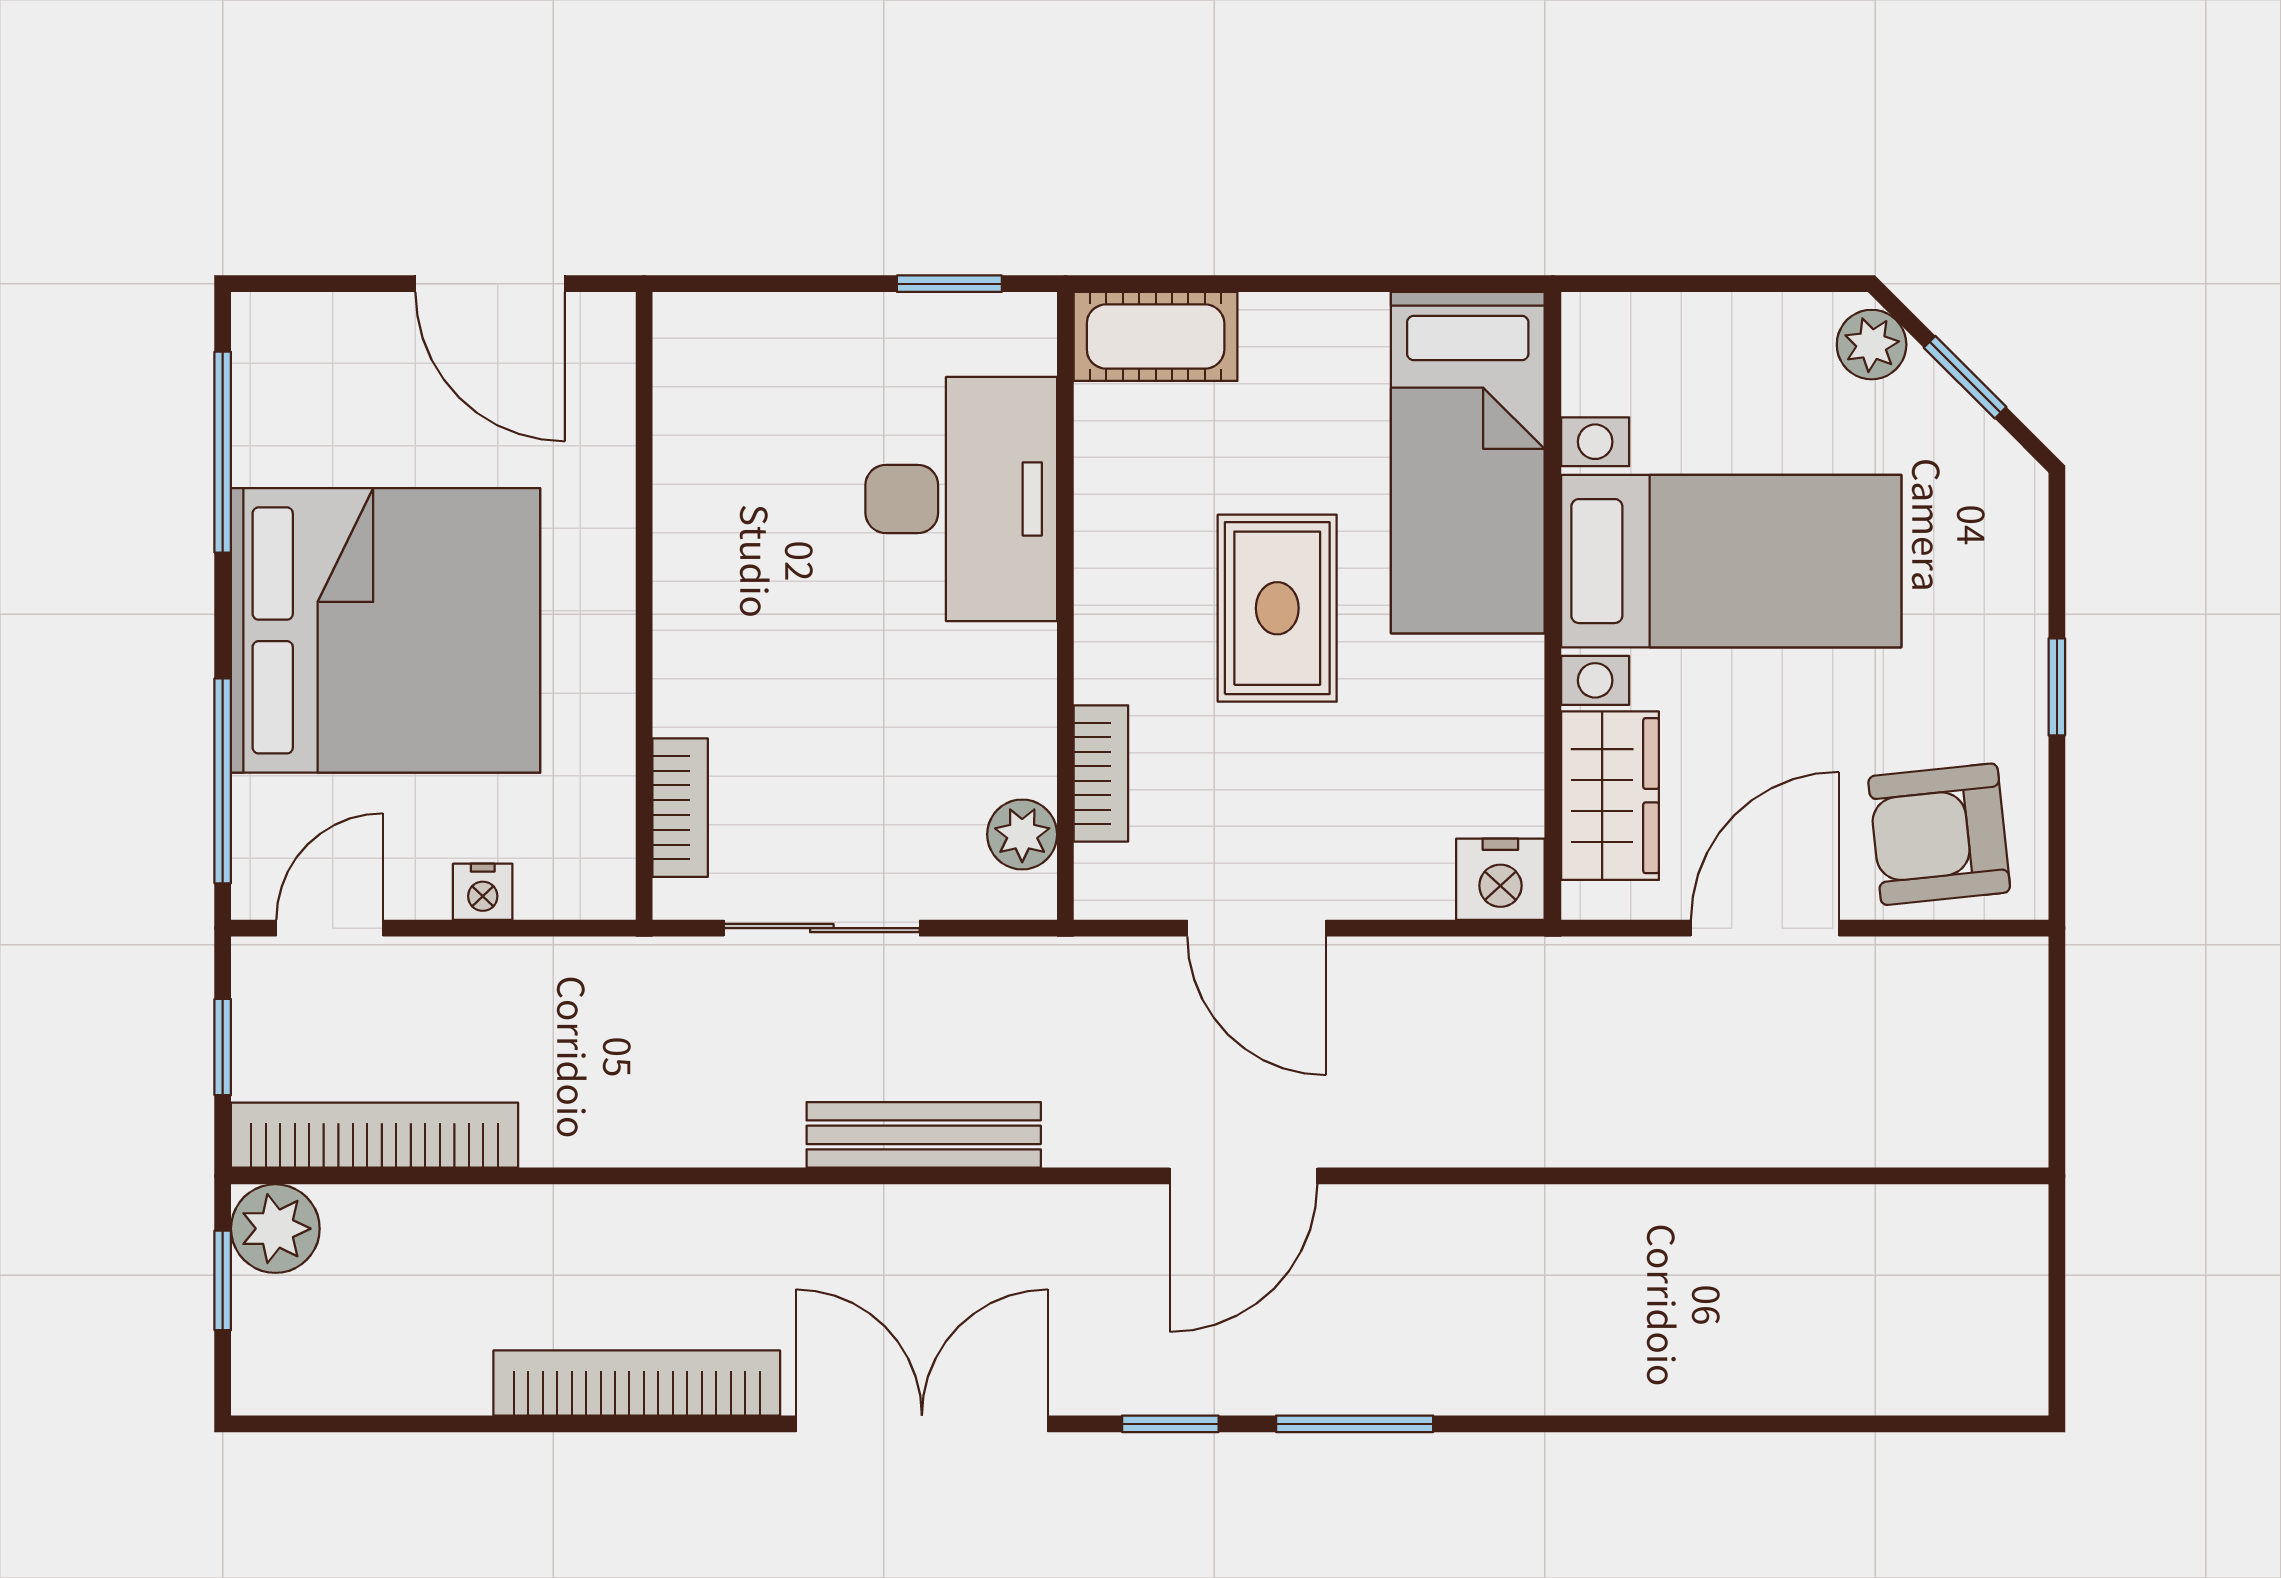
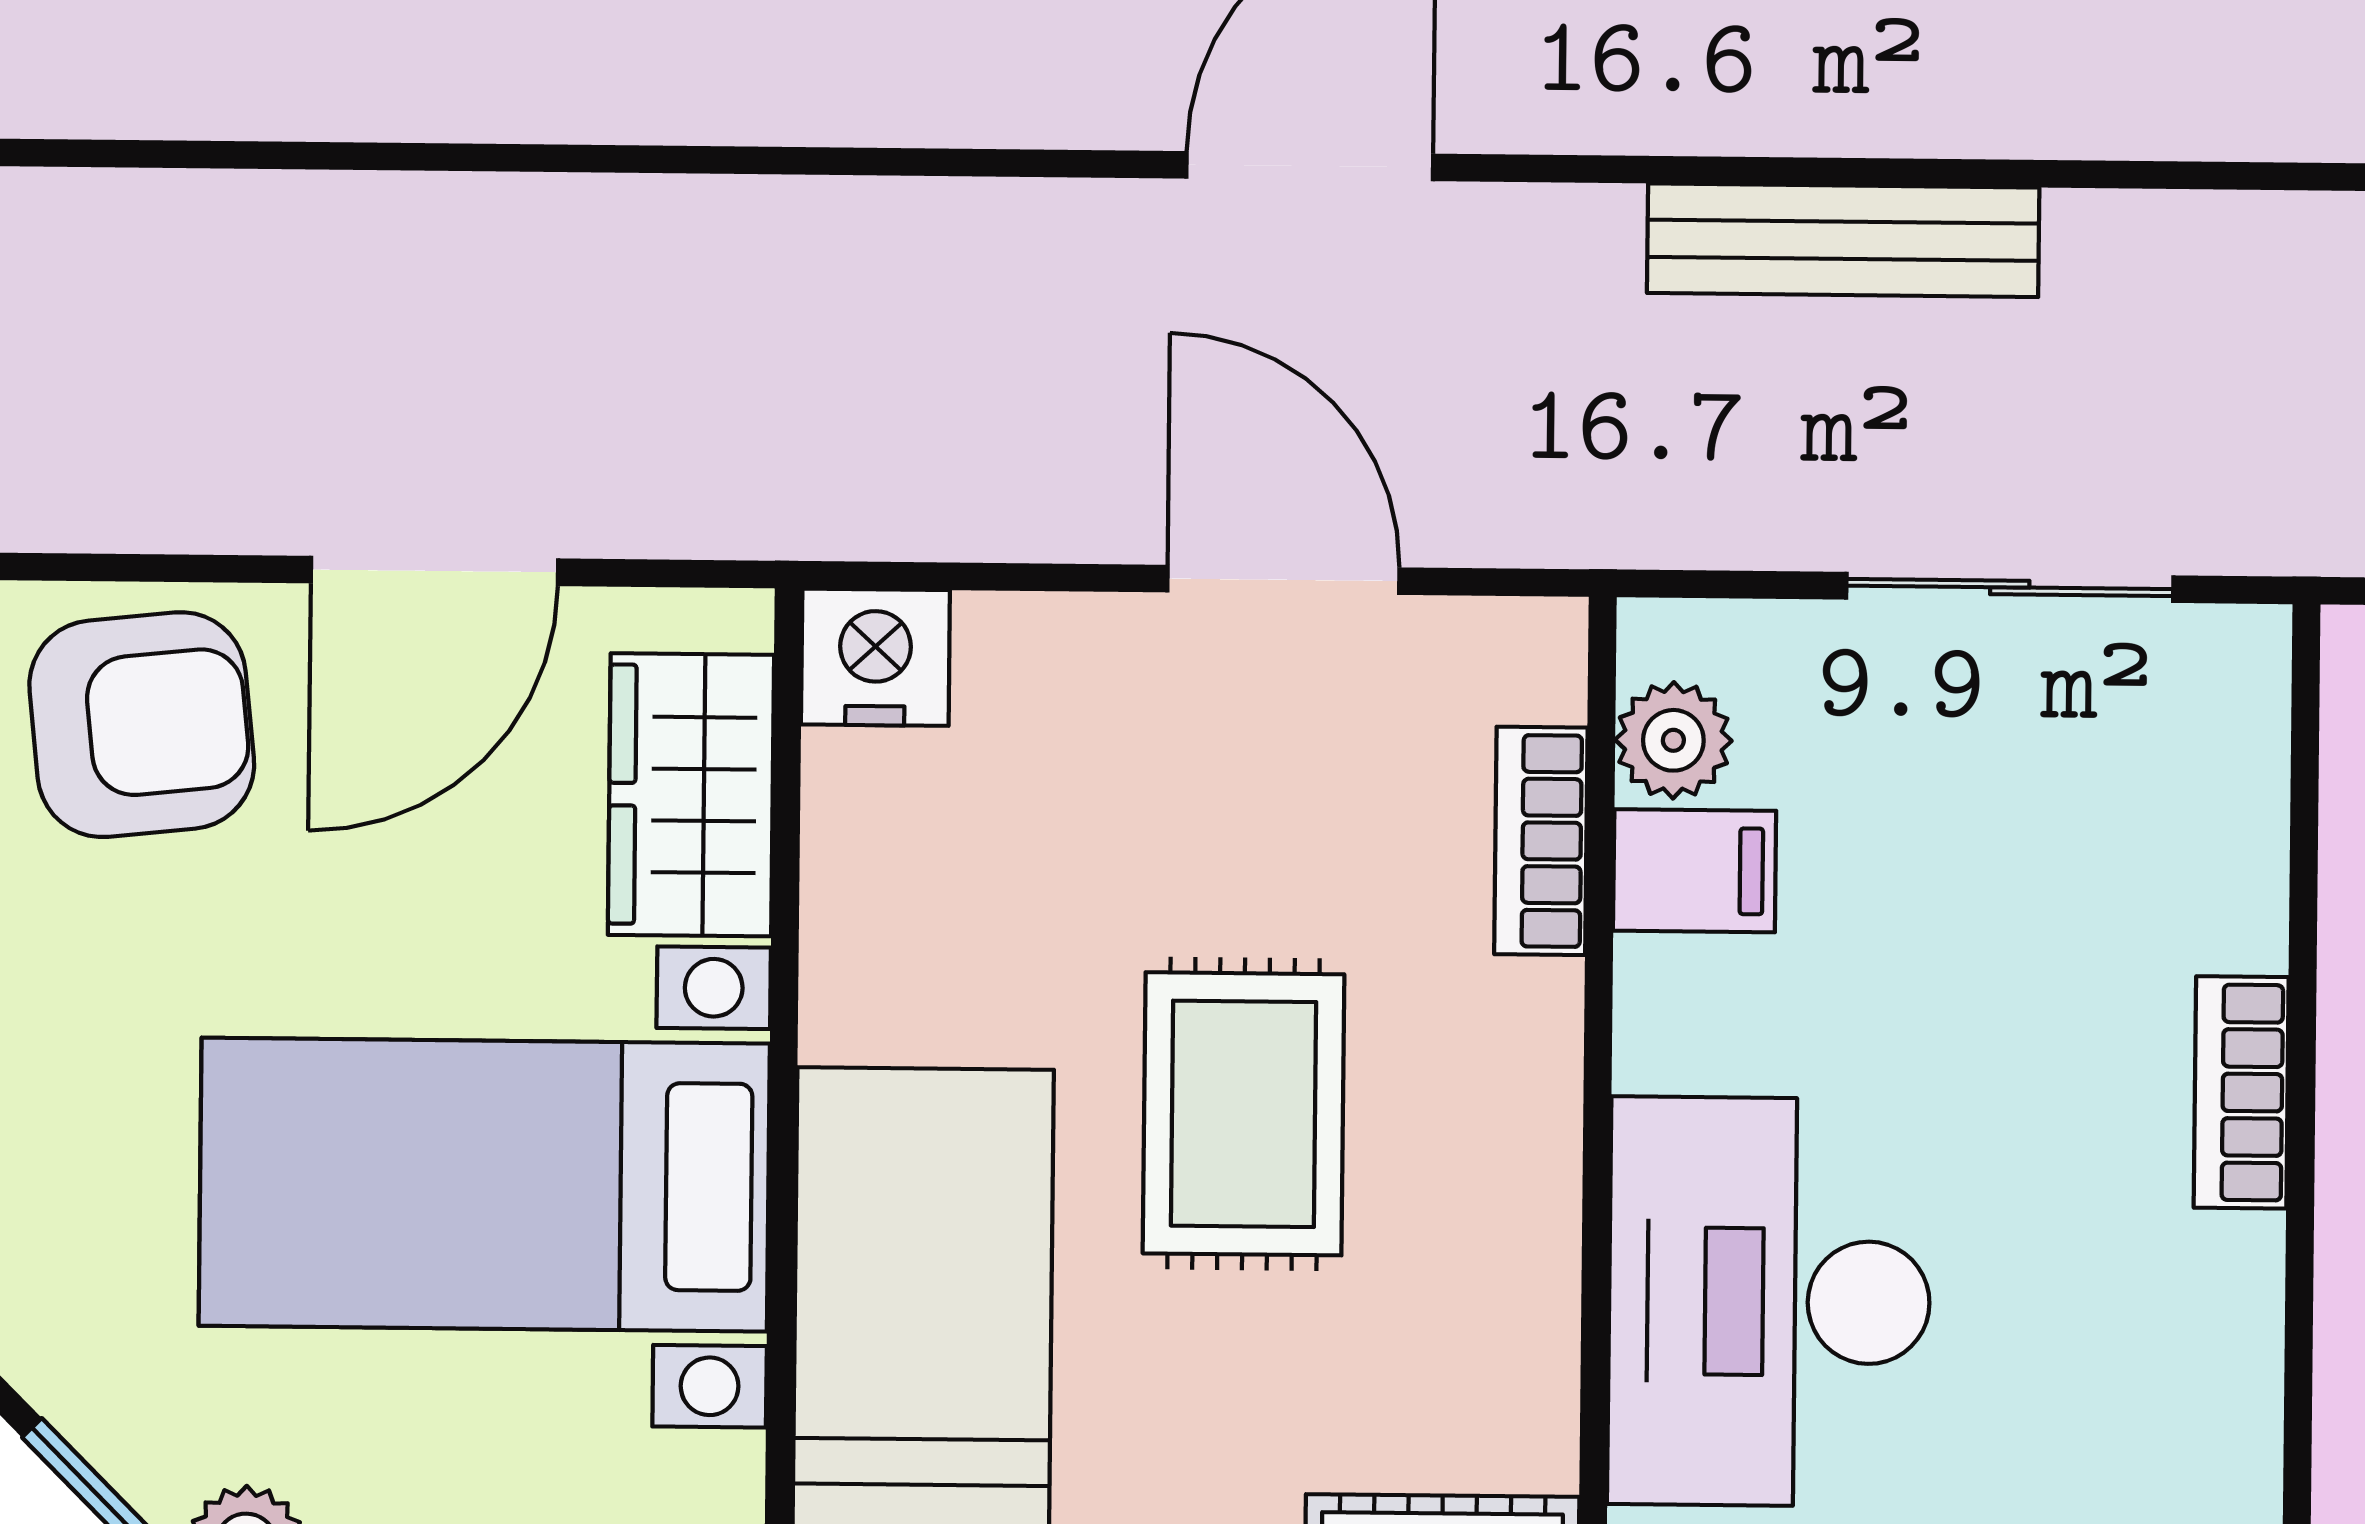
filing cabinet: (1009, 757) -> (1695, 871), added
bookcase: (680, 808) -> (2241, 1092), moved

